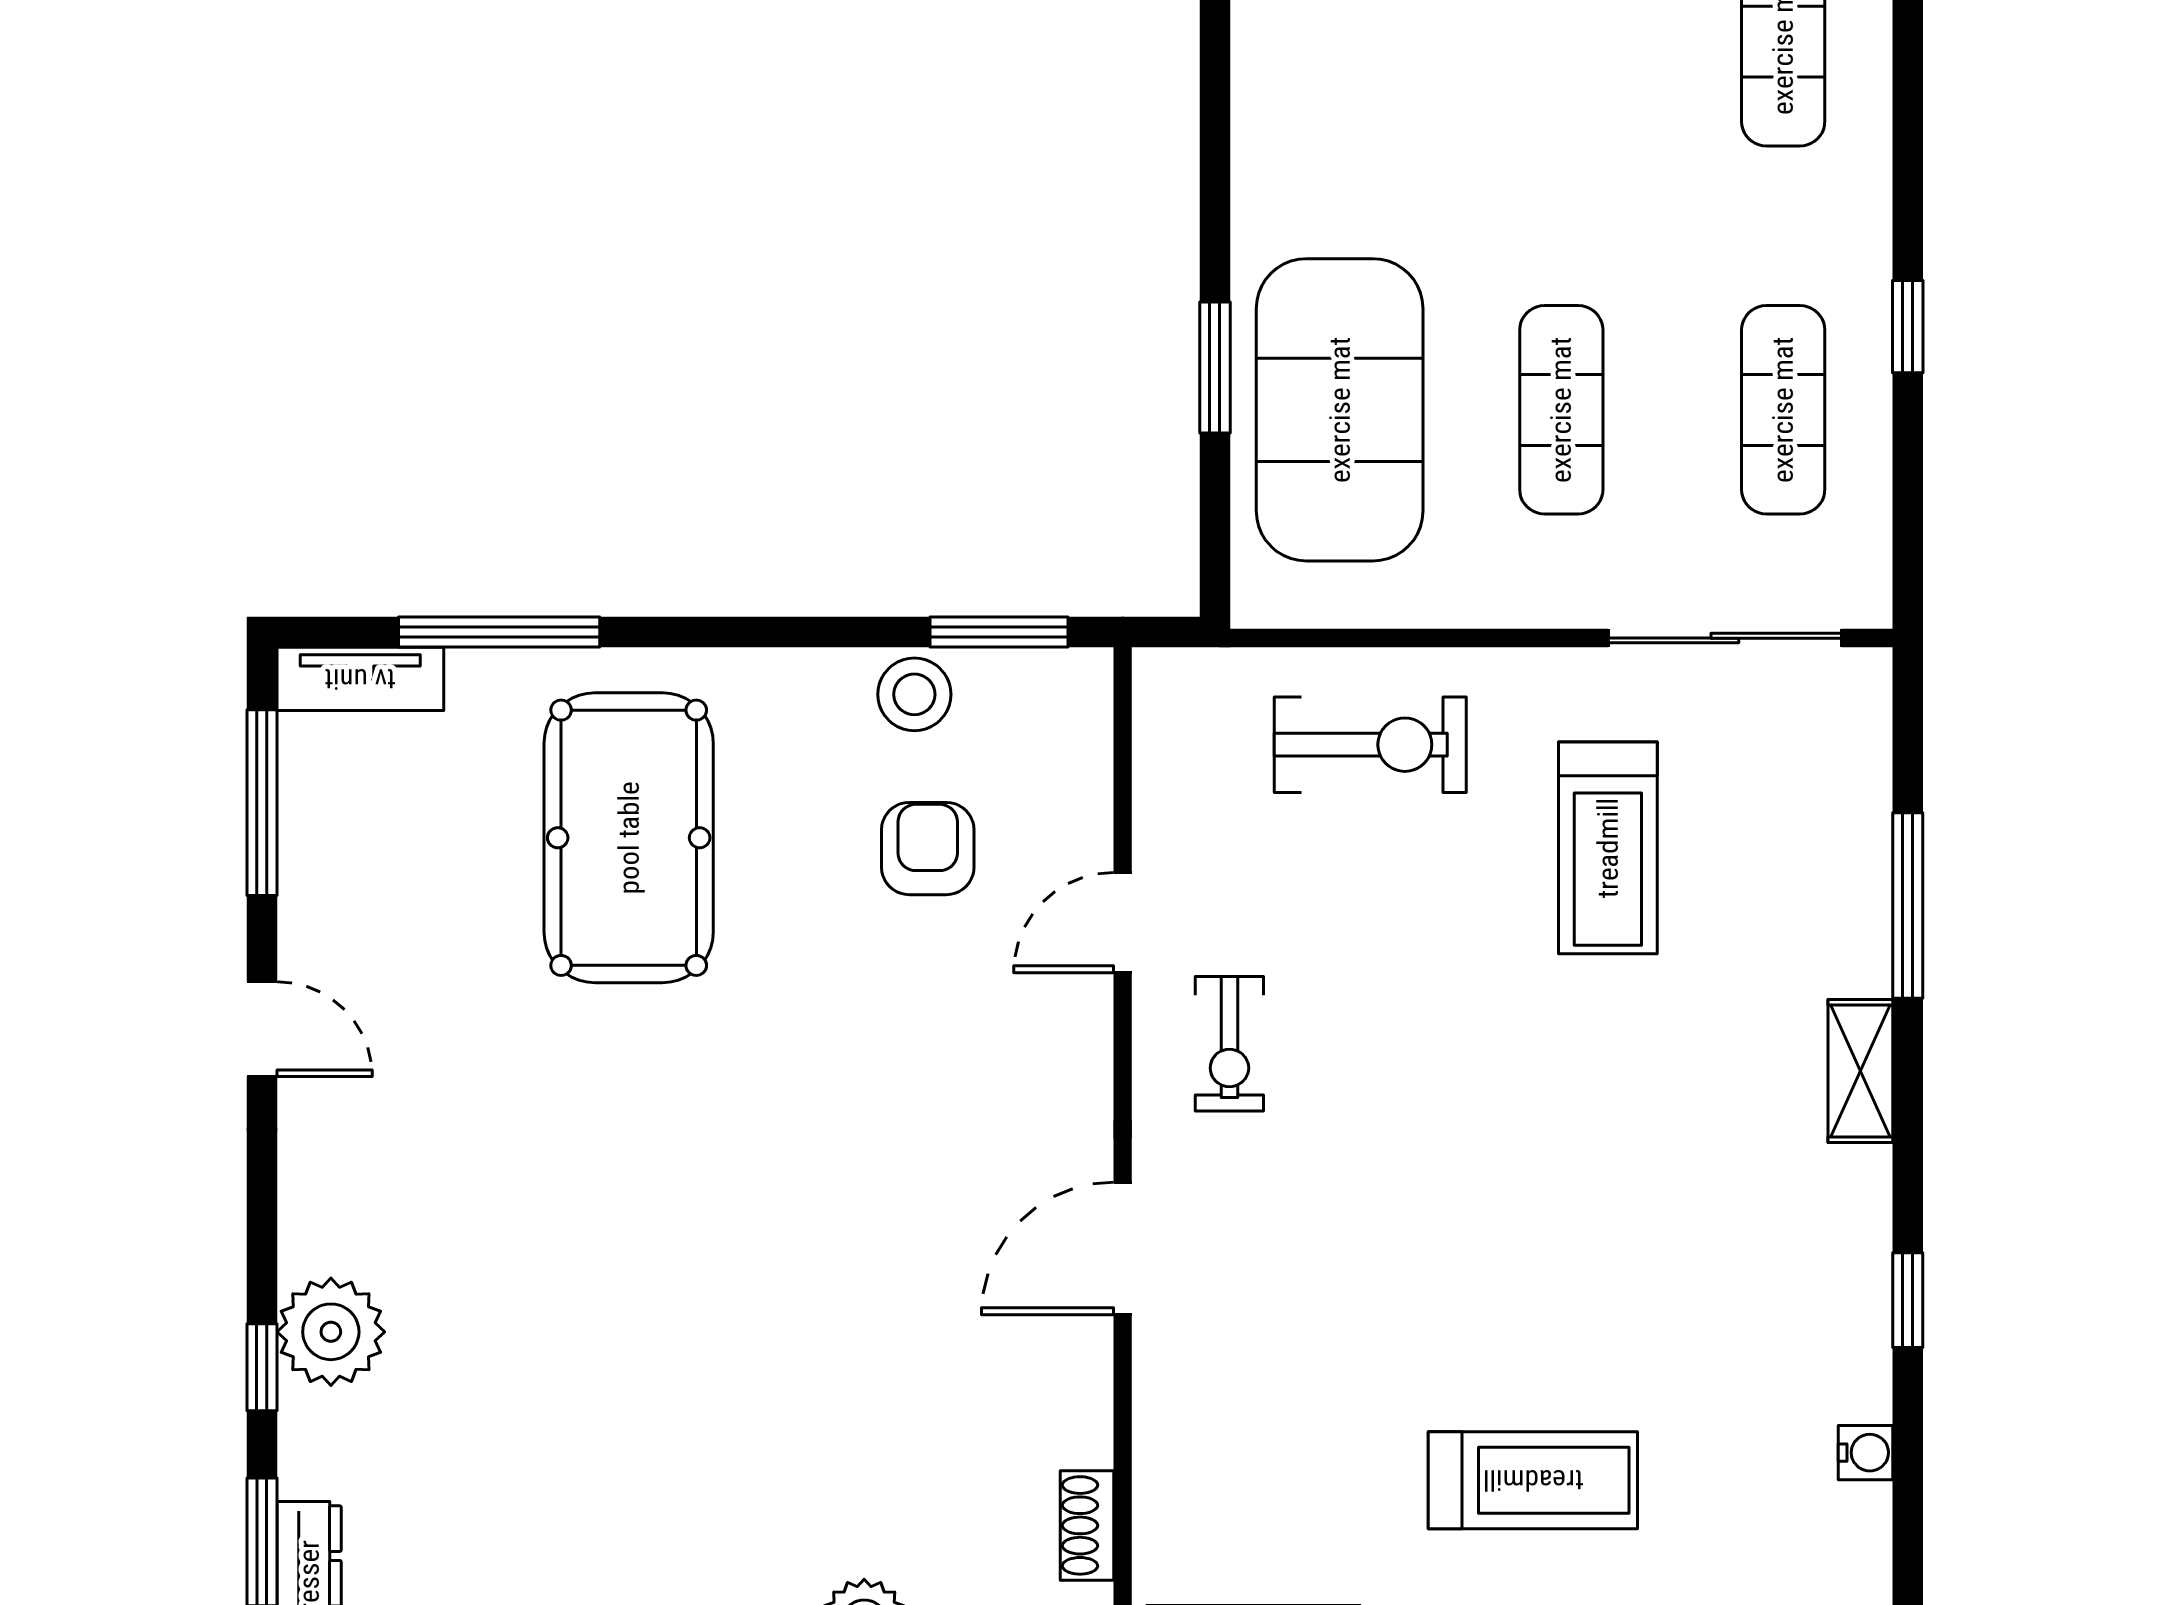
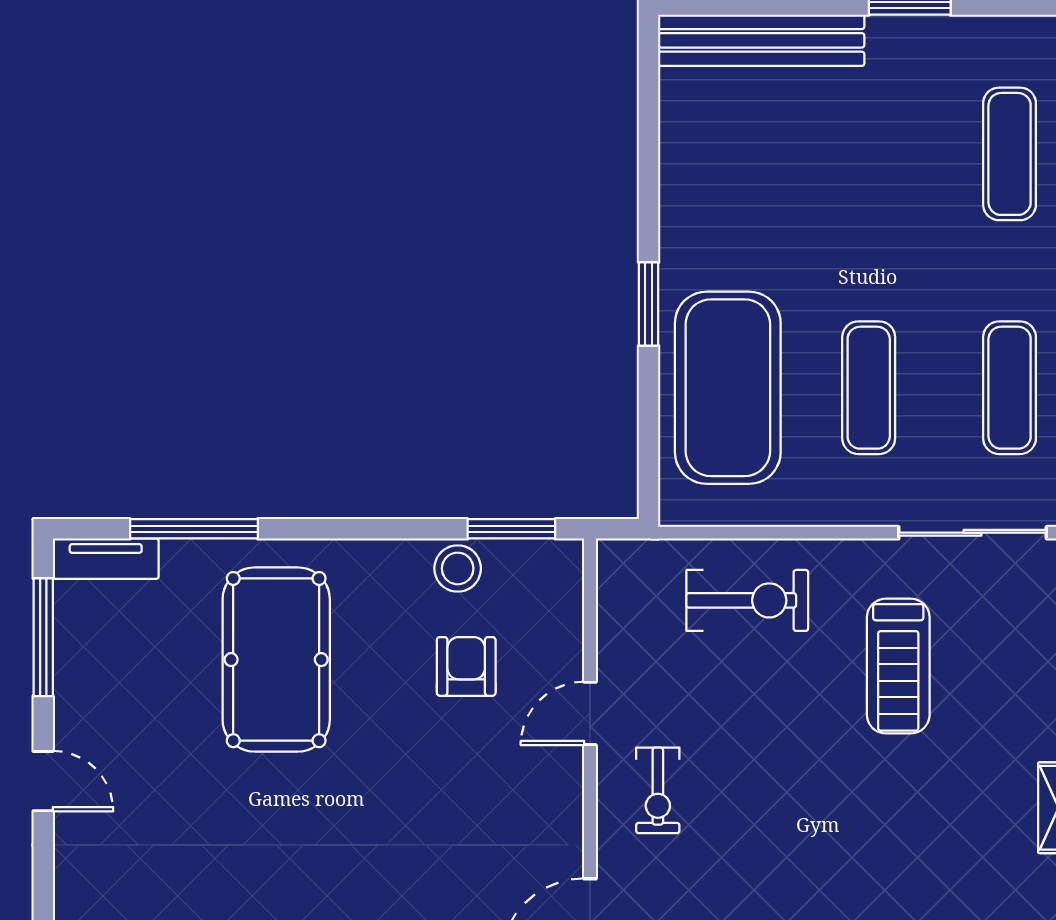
window: (1215, 368) -> (649, 304), moved

